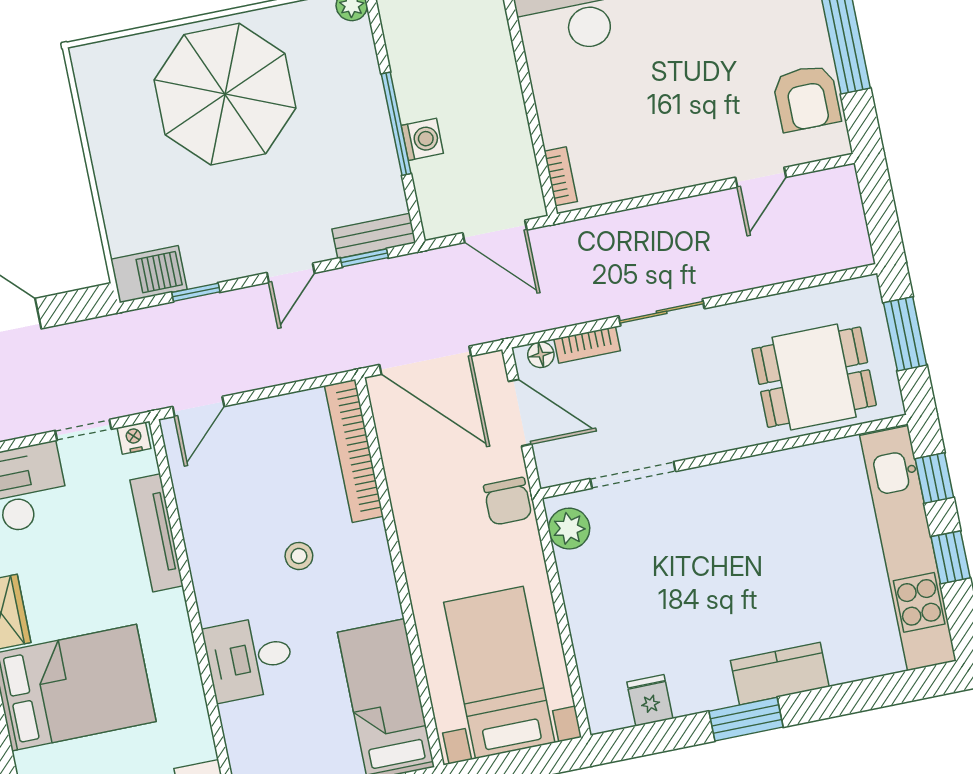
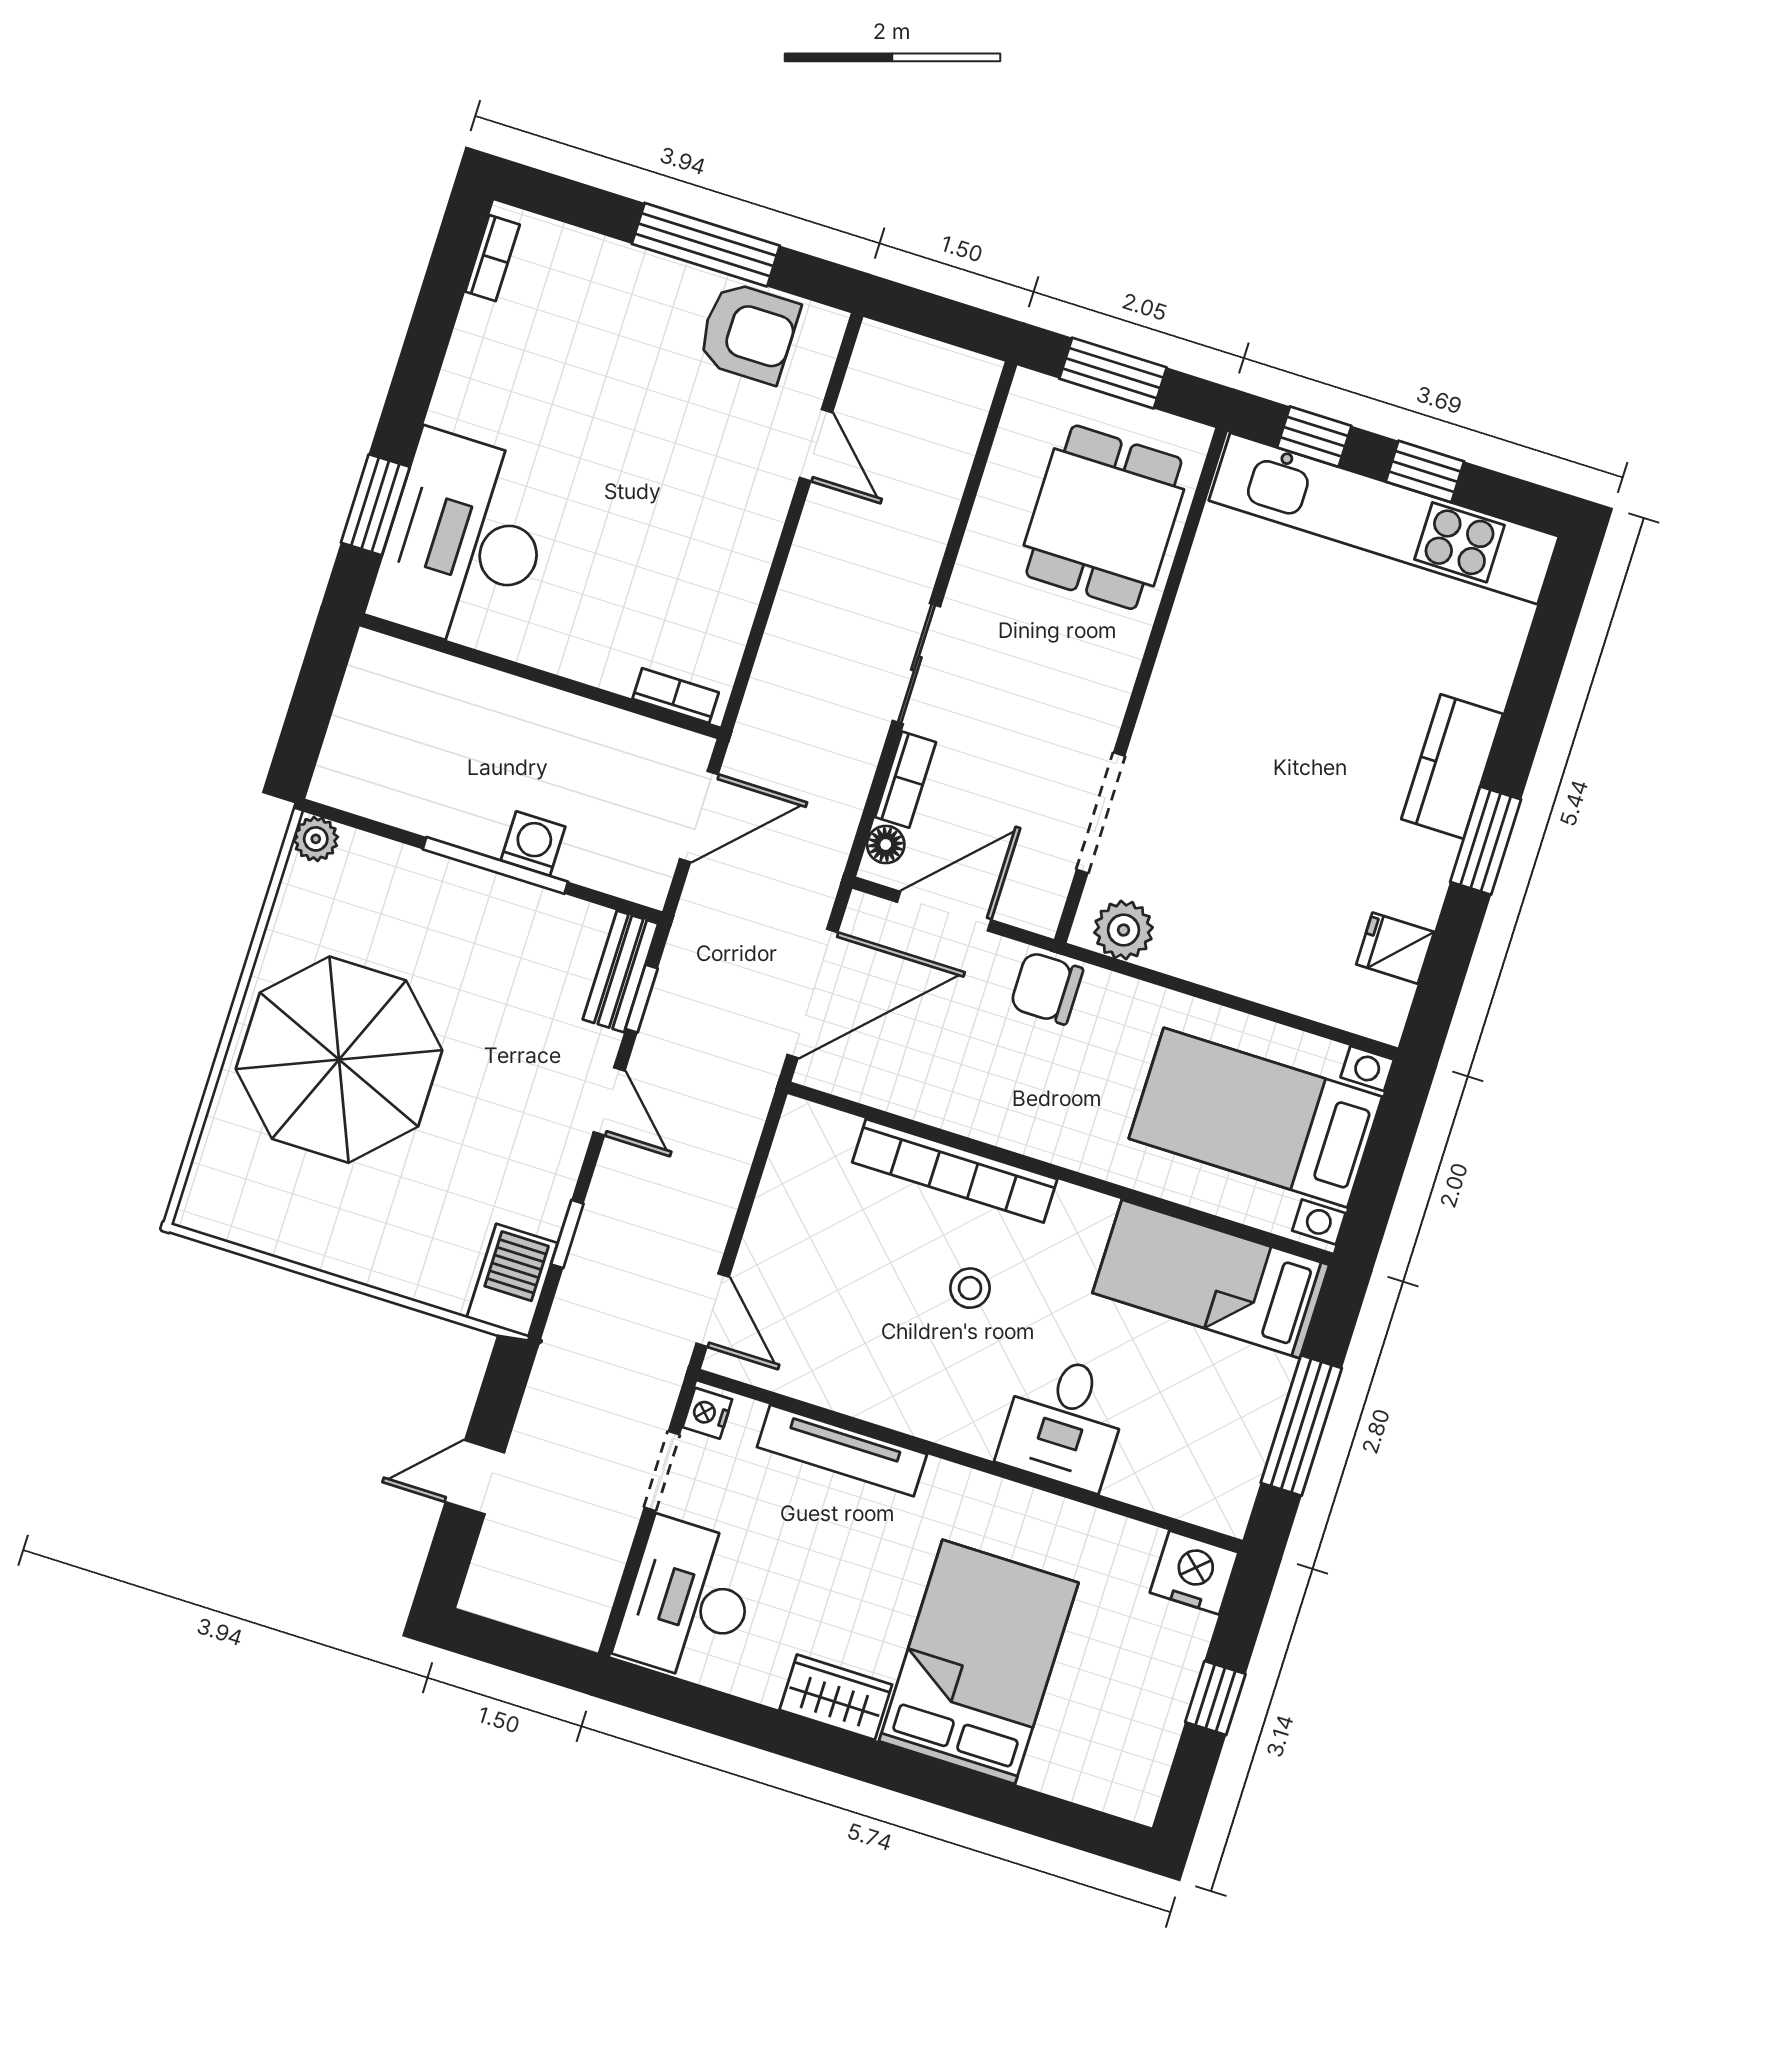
bookcase: (354, 451) -> (955, 1171), moved
chair: (508, 501) -> (1047, 988), turned 180

